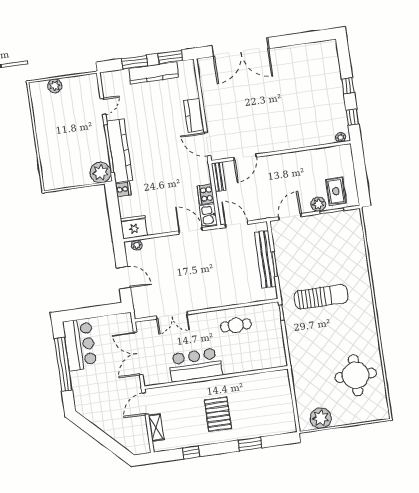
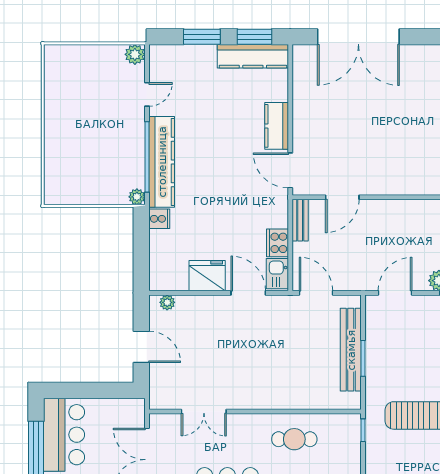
kitchen counter: (154, 73) -> (253, 56), moved
plant: (55, 86) -> (135, 54), moved
plant: (101, 172) -> (137, 197), width x0.53, depth x0.53
fridge: (134, 227) -> (207, 276), moved

